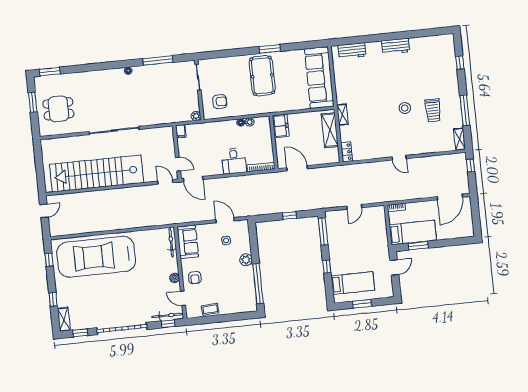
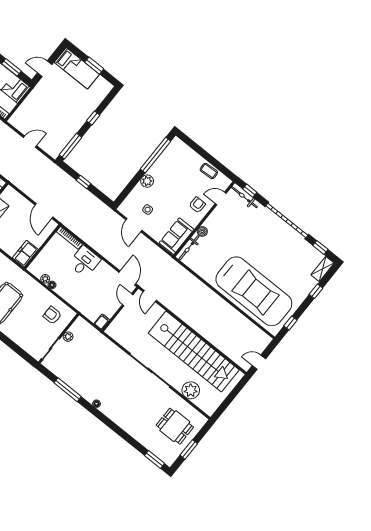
plant: (196, 116) -> (68, 337), moved
plant: (72, 145) -> (191, 390), added
boiler: (175, 278) -> (202, 231), moved
bed: (353, 283) -> (77, 68), moved, turned 180
door: (183, 298) -> (221, 198), swing flipped

